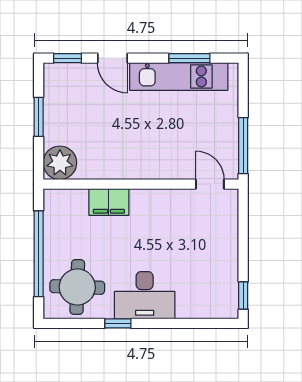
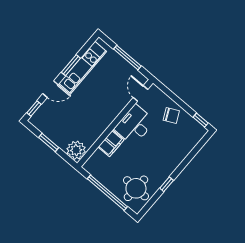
window: (189, 58) -> (71, 65), moved
window: (243, 146) -> (127, 58), moved
door: (210, 184) -> (140, 93), hinge flipped
chair: (216, 251) -> (171, 116), added
desk: (145, 295) -> (135, 125), moved, turned 180

